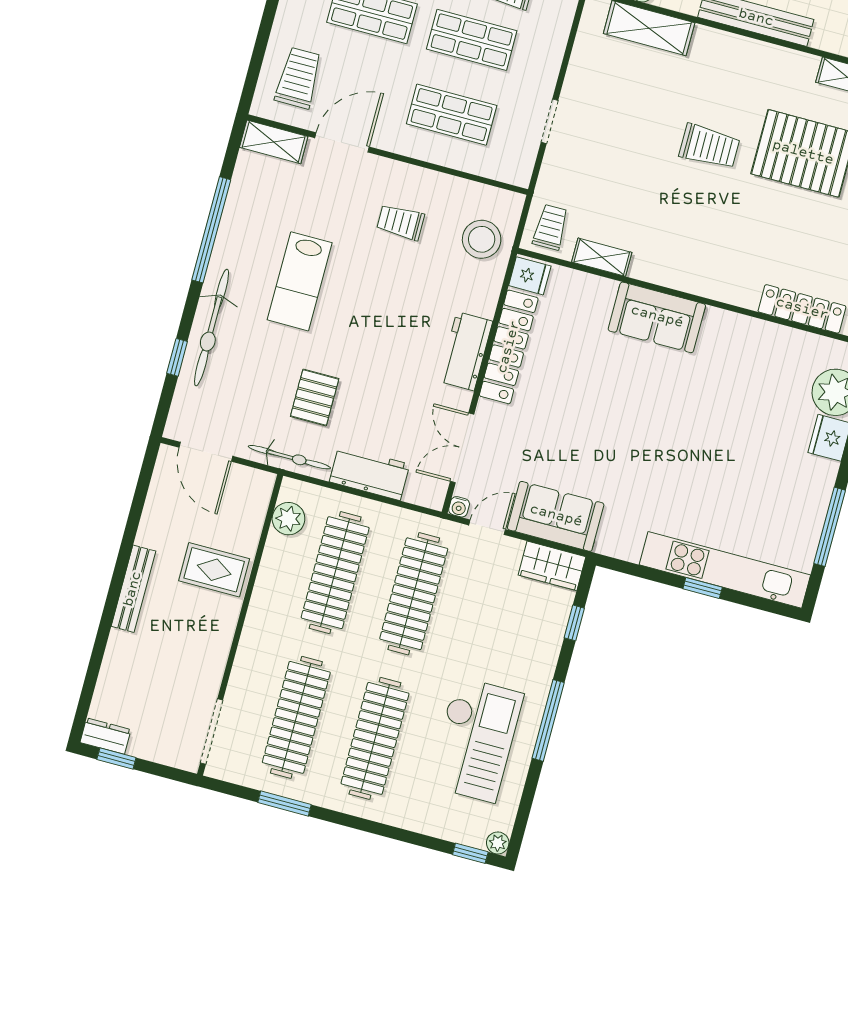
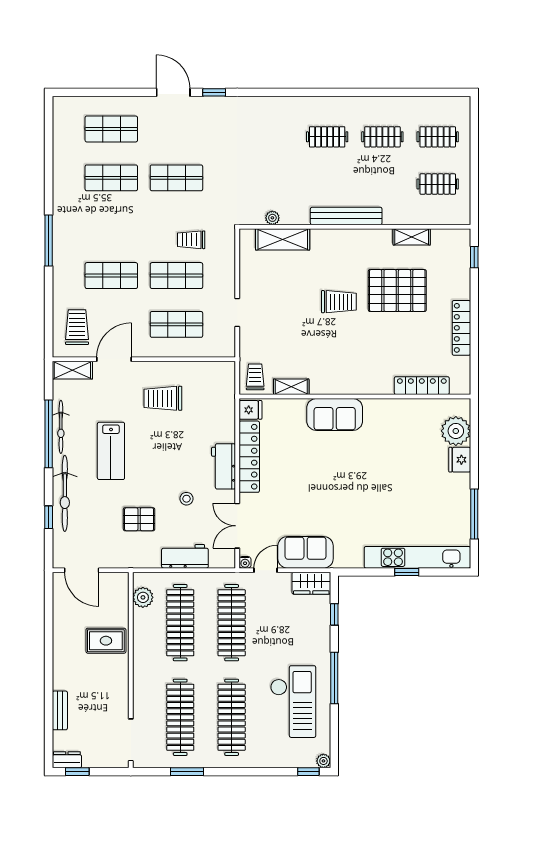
trolley: (401, 222) -> (163, 398), width x1.36, depth x1.39
stool: (482, 239) -> (186, 499), moved, width x0.53, depth x0.53
pallet: (315, 397) -> (139, 519), turned 90
bicycle: (289, 457) -> (61, 427), moved, turned 90
bench: (133, 589) -> (60, 710), moved, width x0.73

